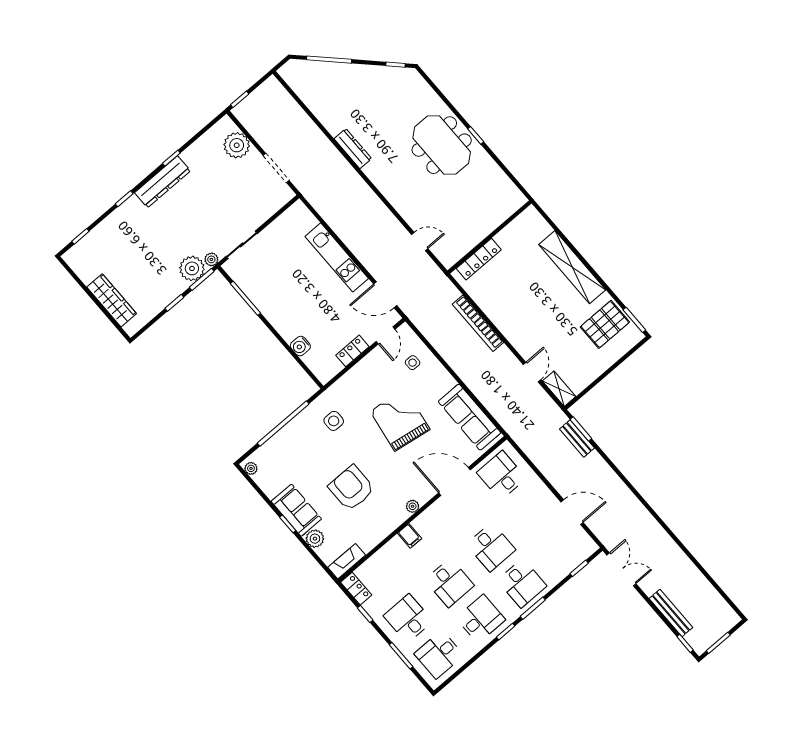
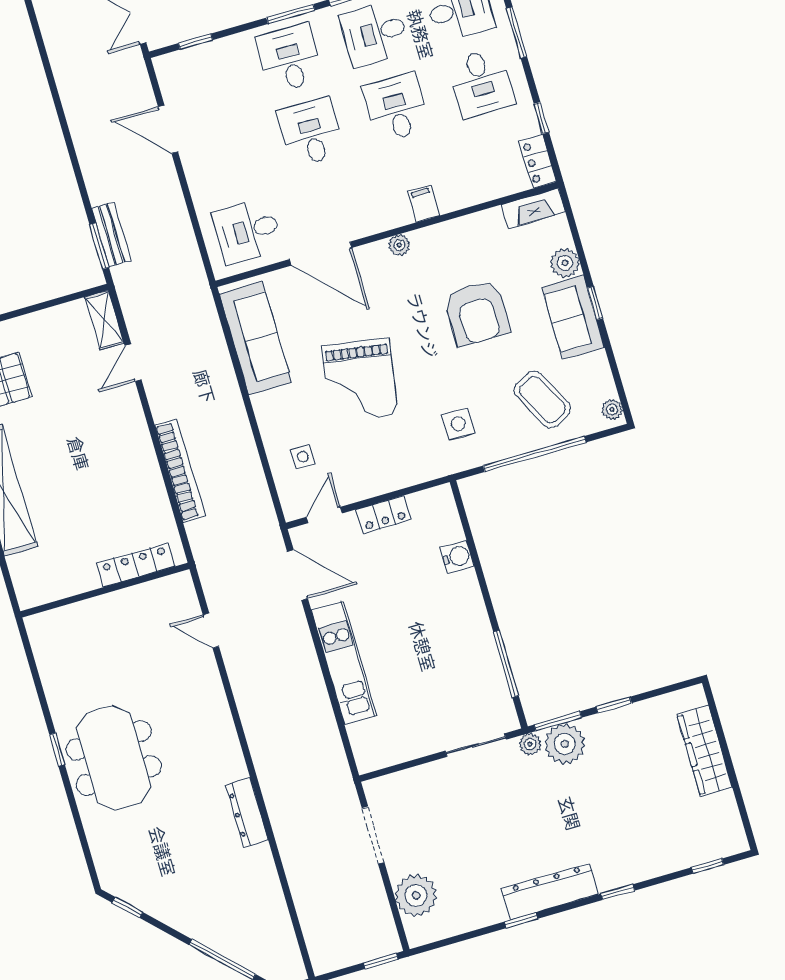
coffee table: (293, 456) -> (542, 400), added
desk: (501, 475) -> (247, 231), turned 90

